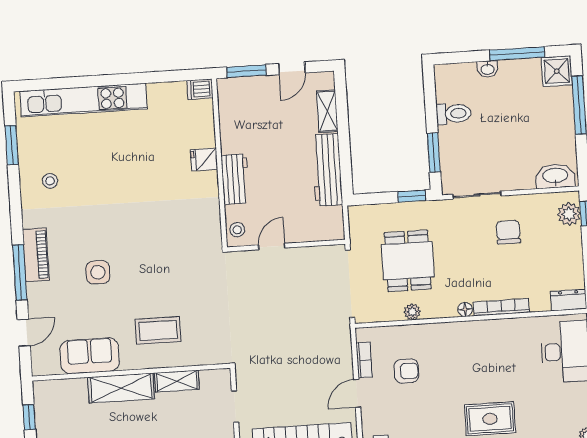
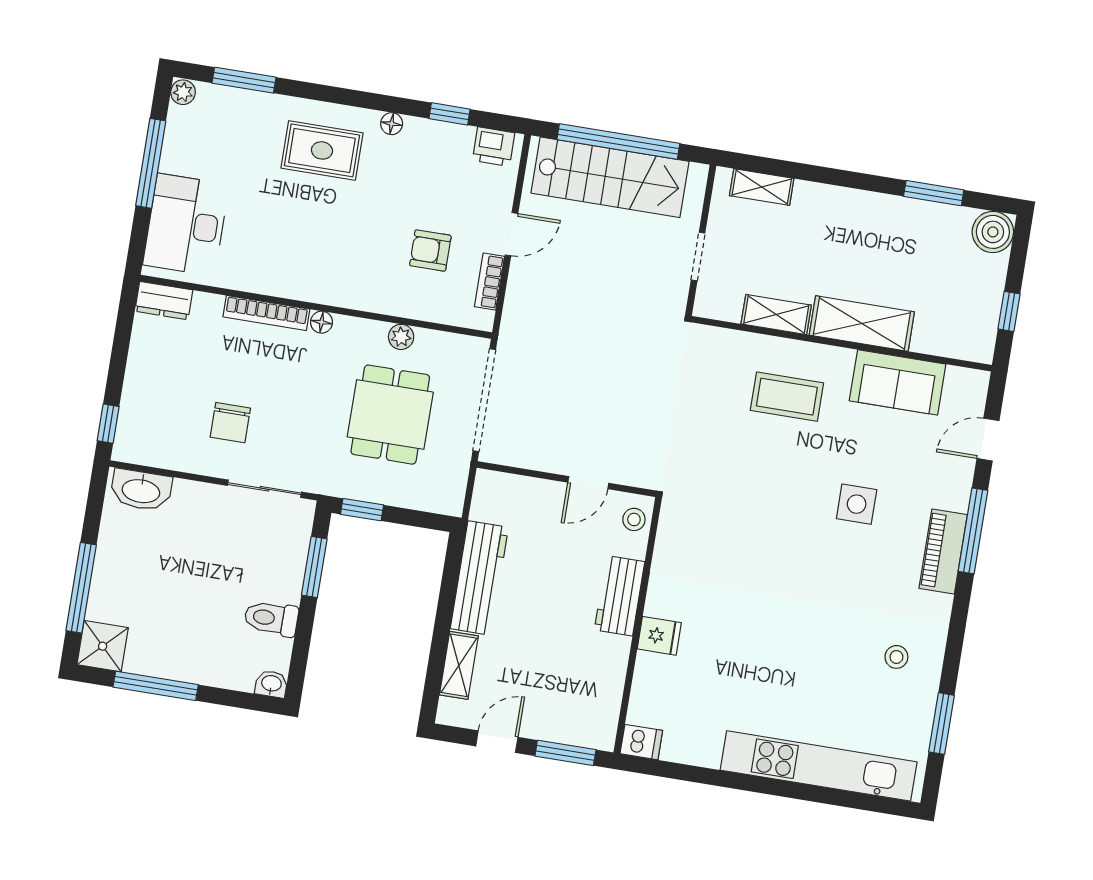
washbasin: (488, 69) -> (271, 684), moved
plant: (569, 214) -> (133, 429), removed

